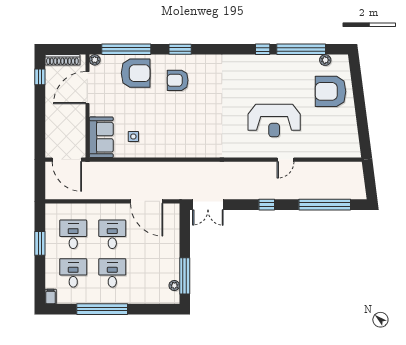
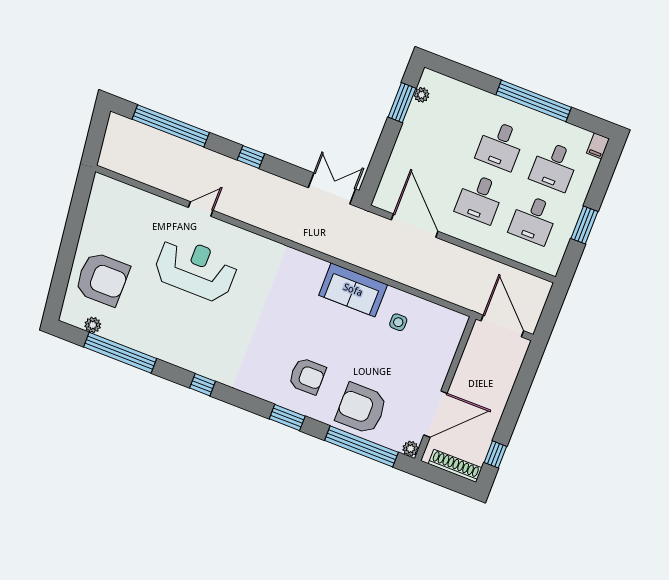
window: (263, 49) -> (203, 385), moved
sofa: (101, 137) -> (353, 290), moved, turned -90
window: (185, 276) -> (402, 103), width x0.69

